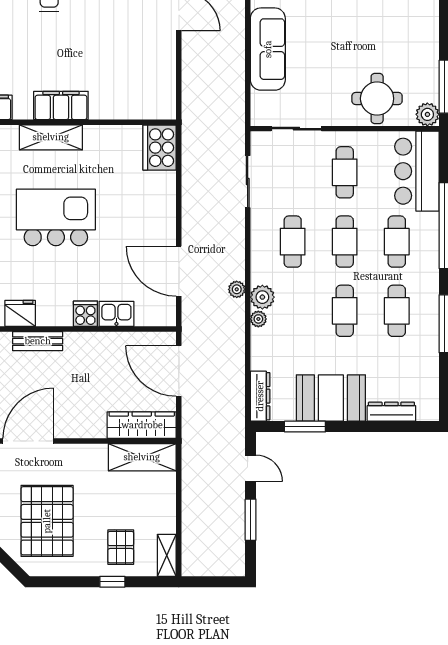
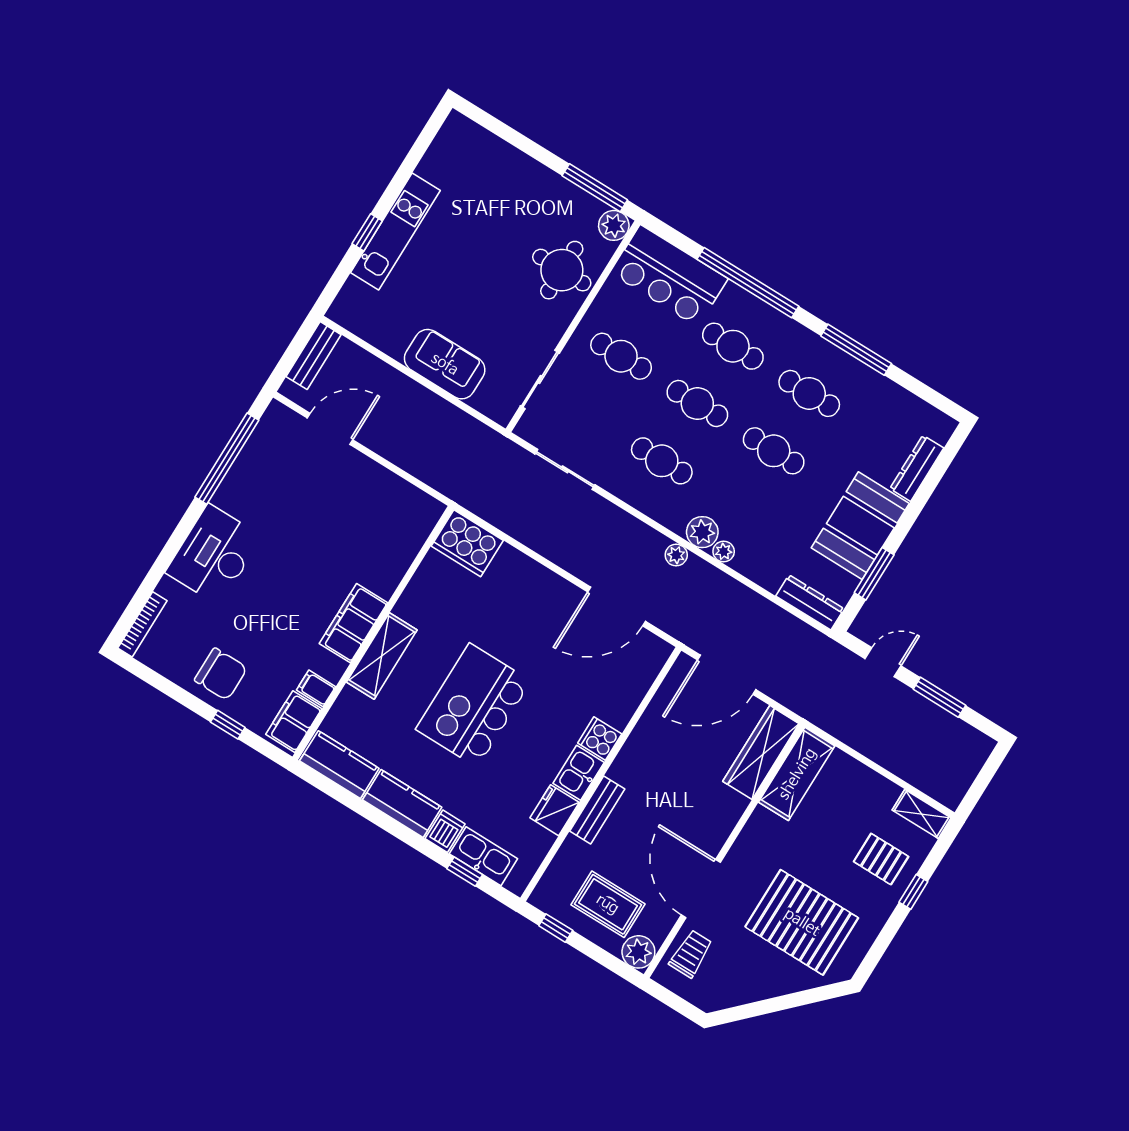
sofa: (268, 49) -> (445, 364), width x0.73
kitchen sink: (116, 314) -> (579, 773), moved

